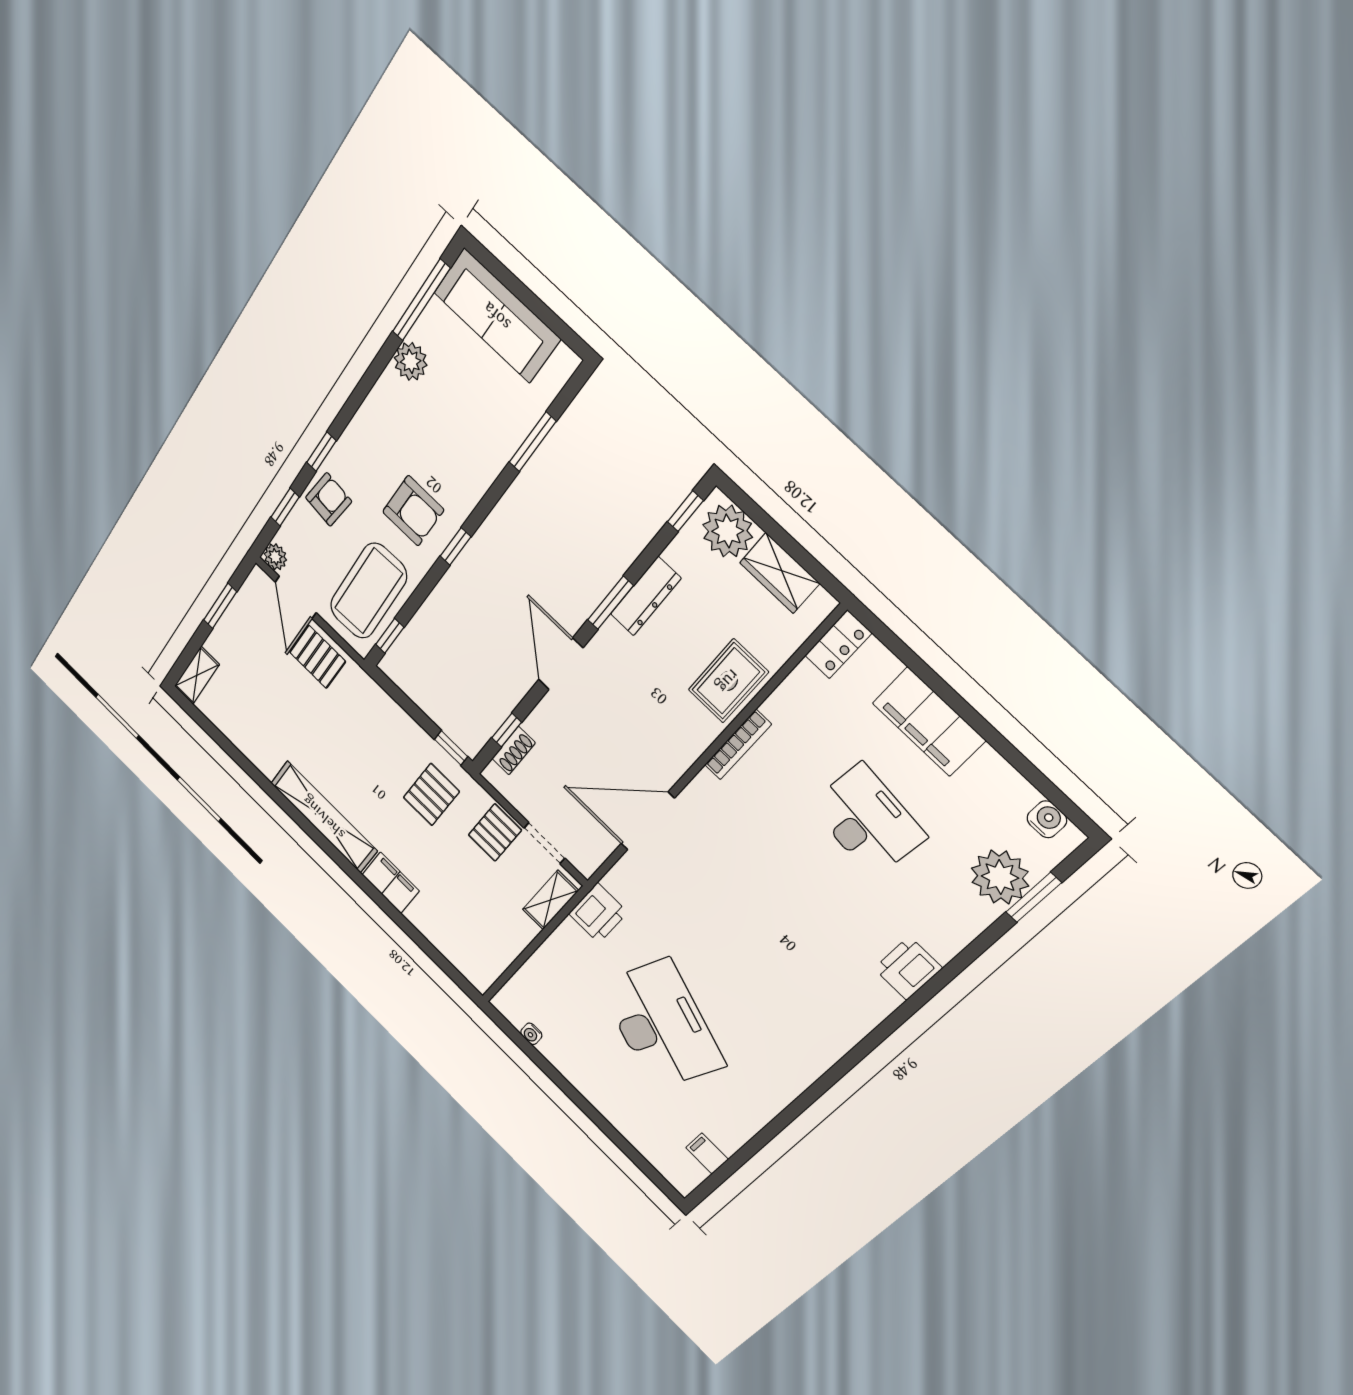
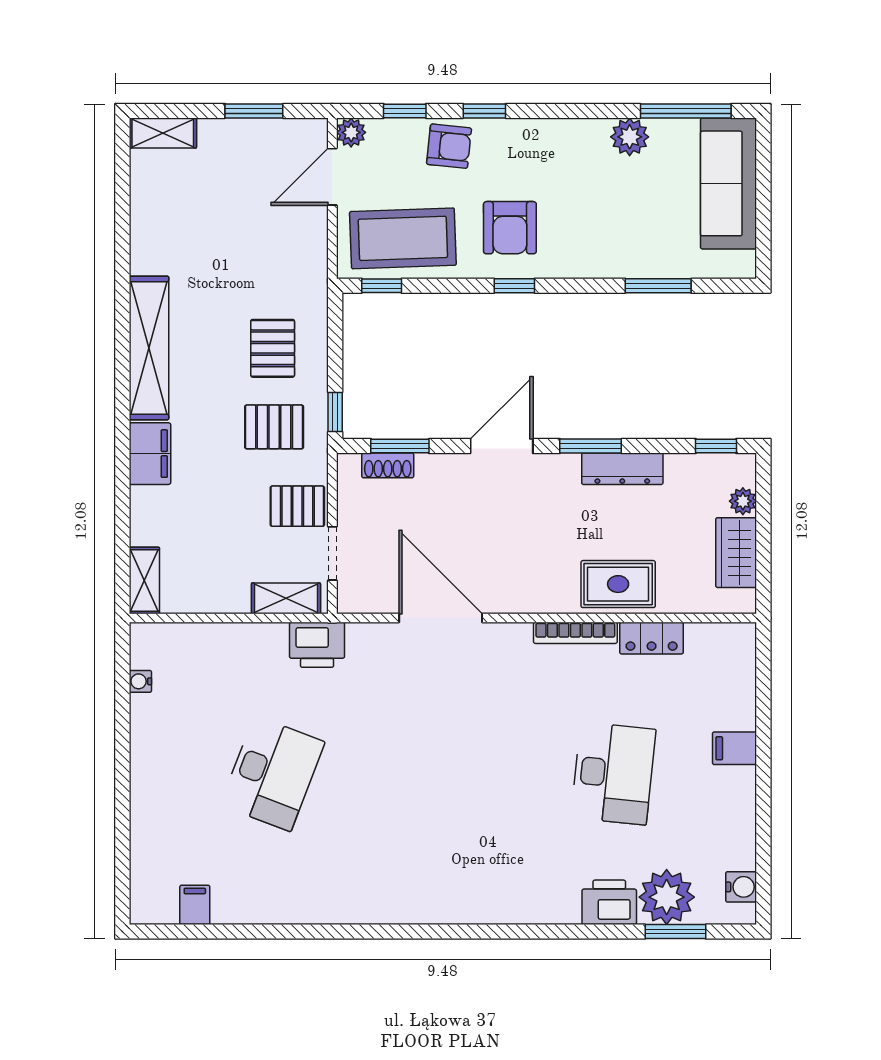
plant: (728, 531) -> (743, 501), width x0.53, depth x0.53
locker: (838, 644) -> (652, 638), moved
pallet: (317, 657) -> (273, 348), moved
filing cabinet: (929, 722) -> (735, 748), width x0.33, depth x0.86
window: (507, 730) -> (400, 446), width x1.50
shelving: (469, 967) -> (144, 580), added
printer: (908, 968) -> (609, 902), moved
desk: (661, 1024) -> (272, 773), width x0.73, depth x0.77

